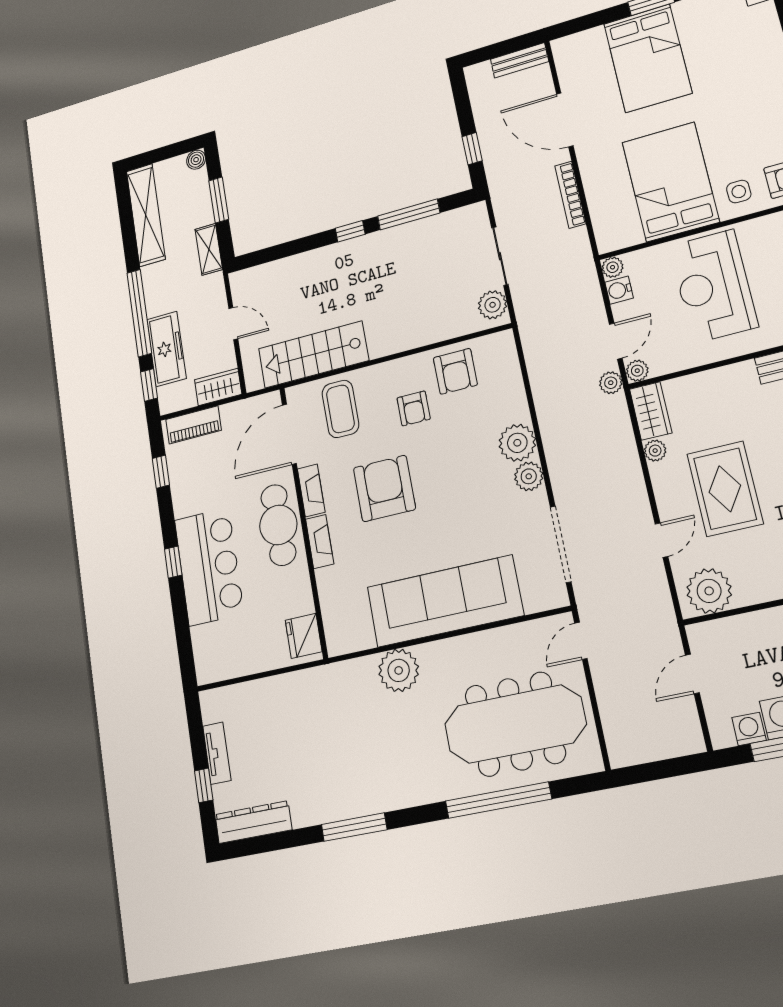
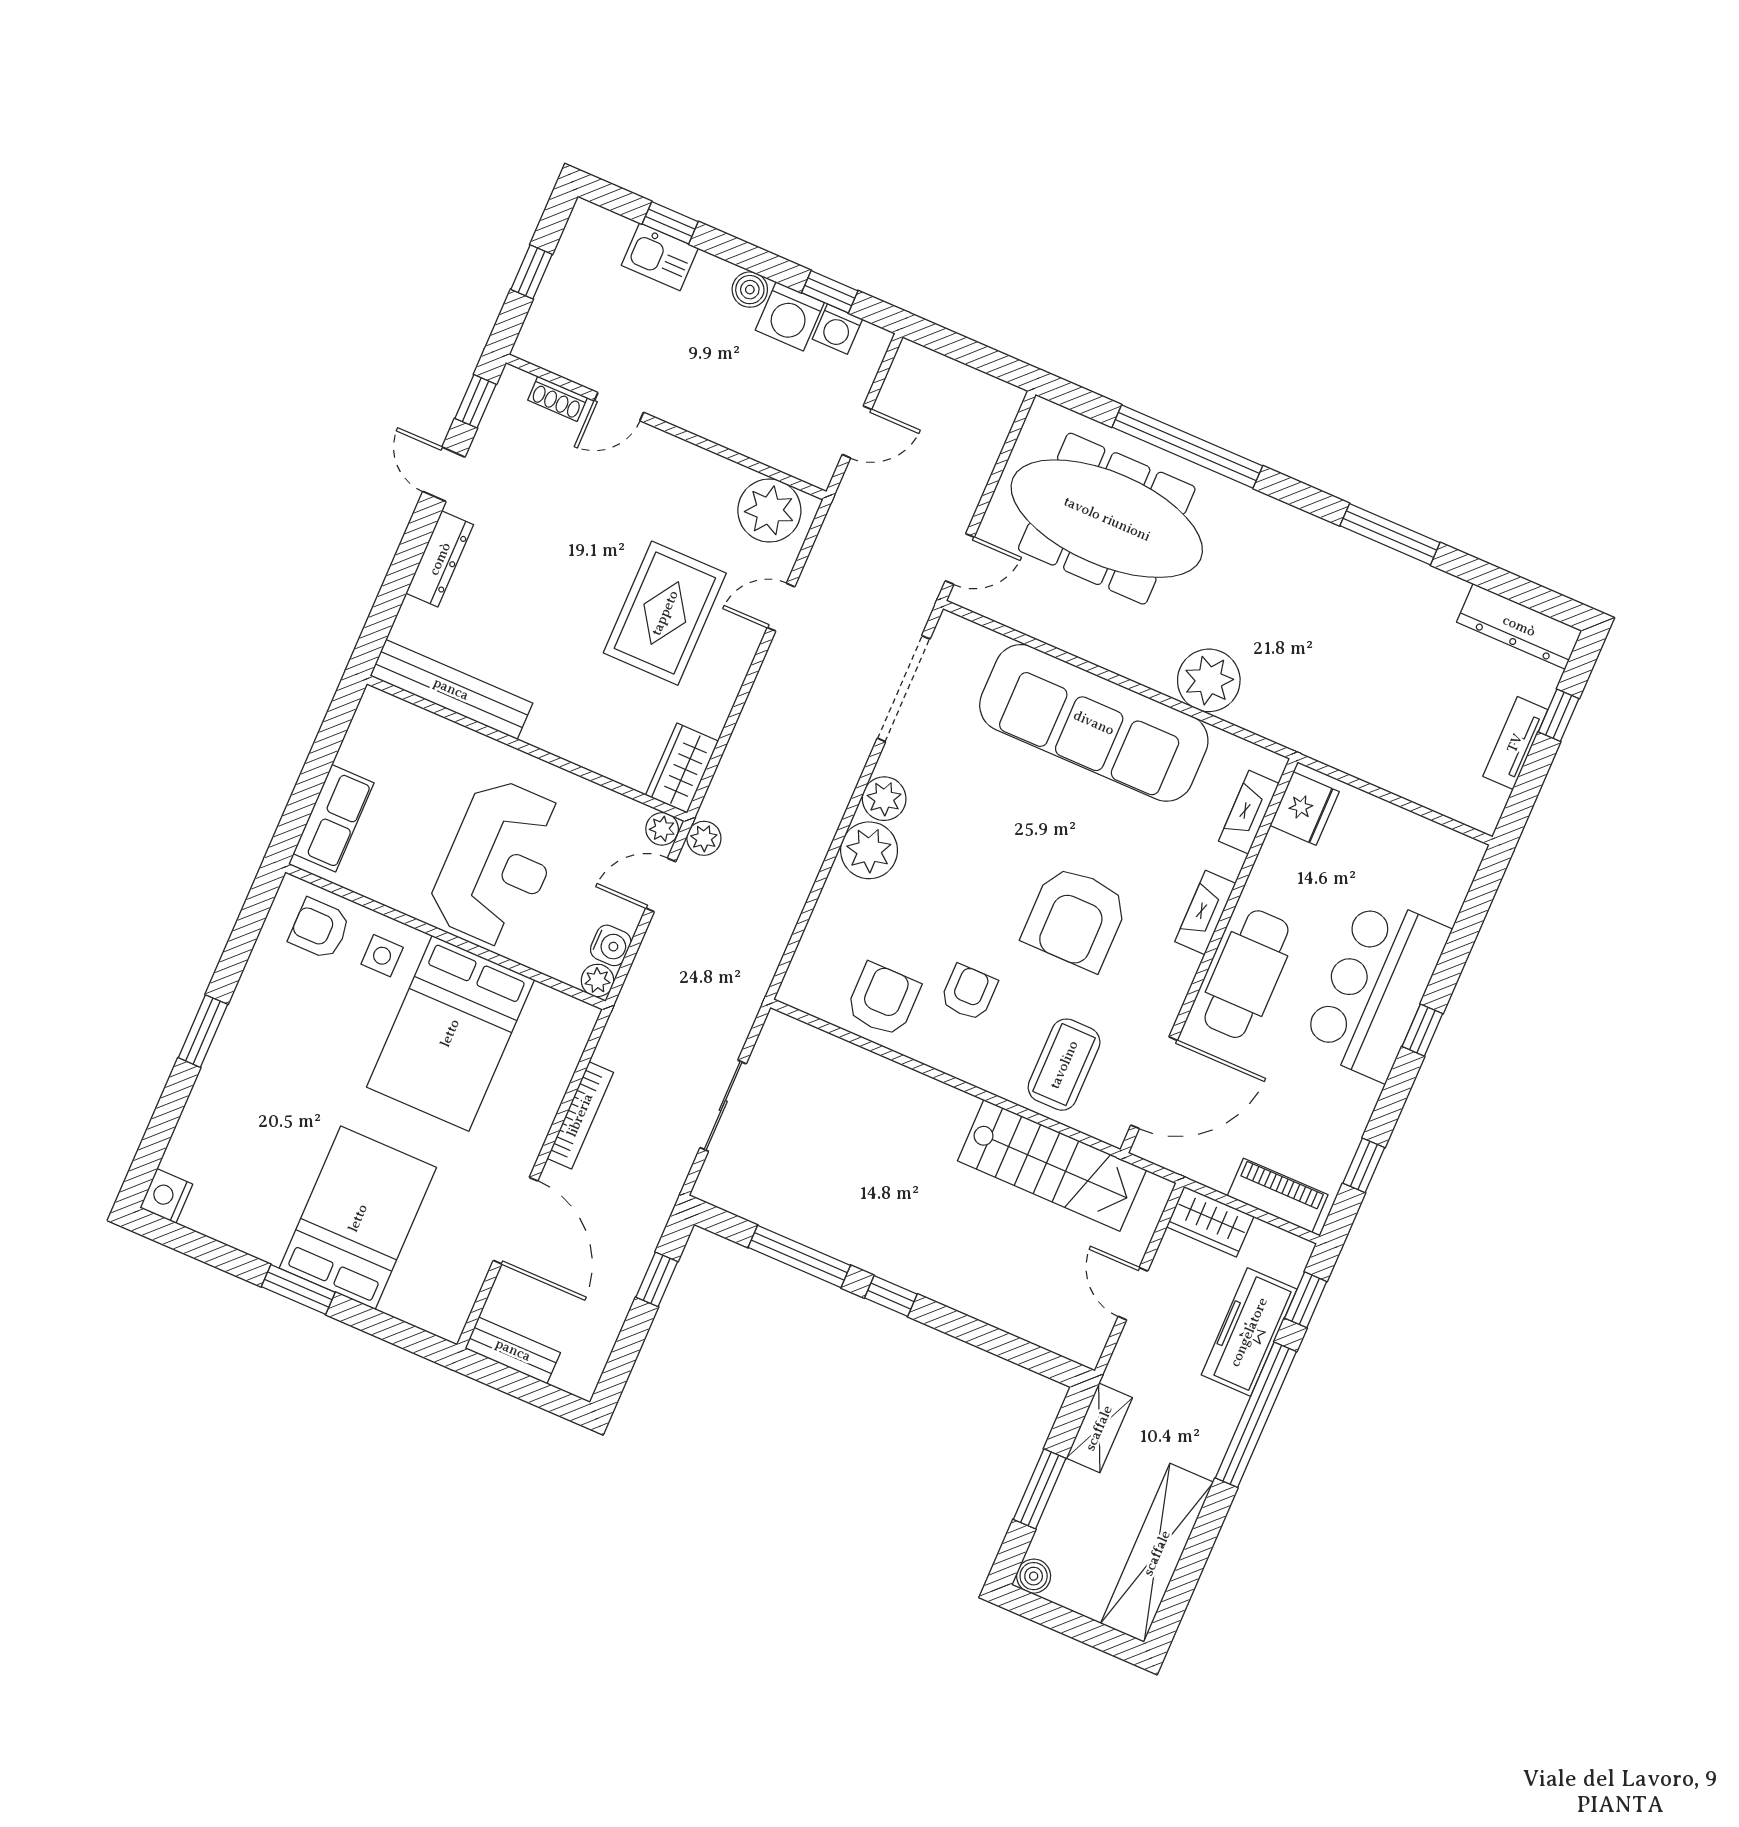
plant: (493, 305) -> (777, 1049), removed
plant: (655, 451) -> (712, 717), removed
fireplace: (311, 490) -> (1249, 812), moved

